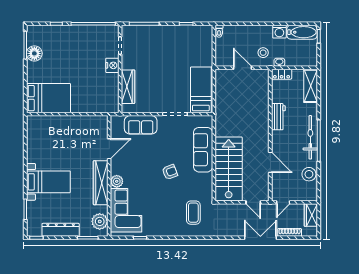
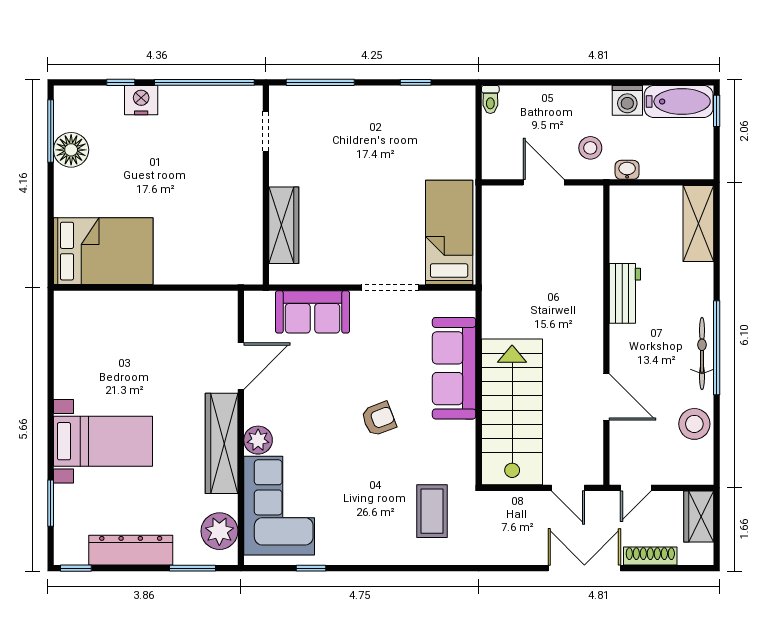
nightstand: (112, 65) -> (141, 100), moved, turned -90
locker: (282, 74) -> (632, 197), removed
bicycle: (310, 137) -> (702, 353), width x0.73, depth x0.71

